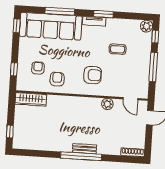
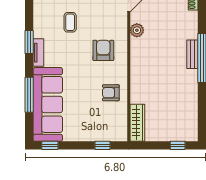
armchair: (38, 68) -> (99, 117), removed

